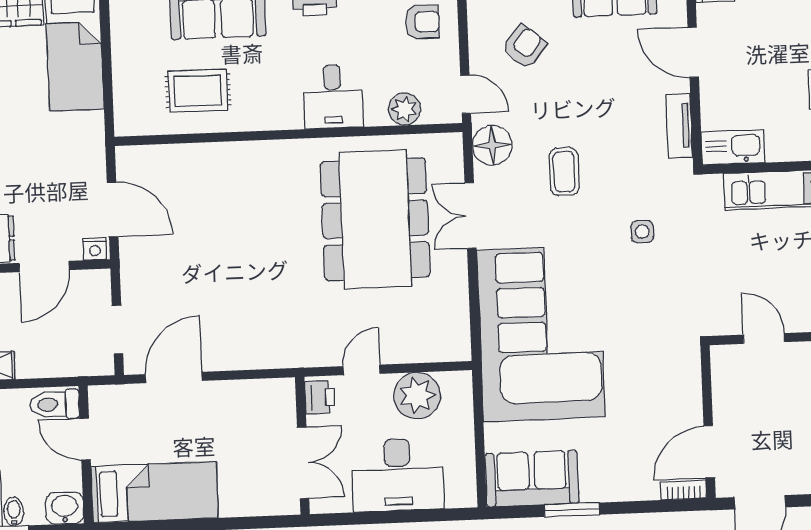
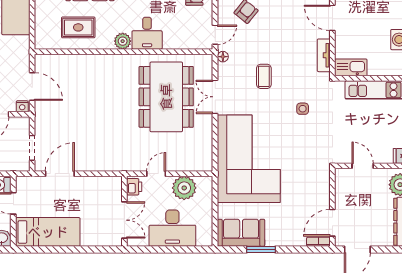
door: (466, 94) -> (215, 35), hinge flipped
plant: (405, 109) -> (123, 41), moved
floor lamp: (492, 145) -> (223, 57), width x0.53, depth x0.53

